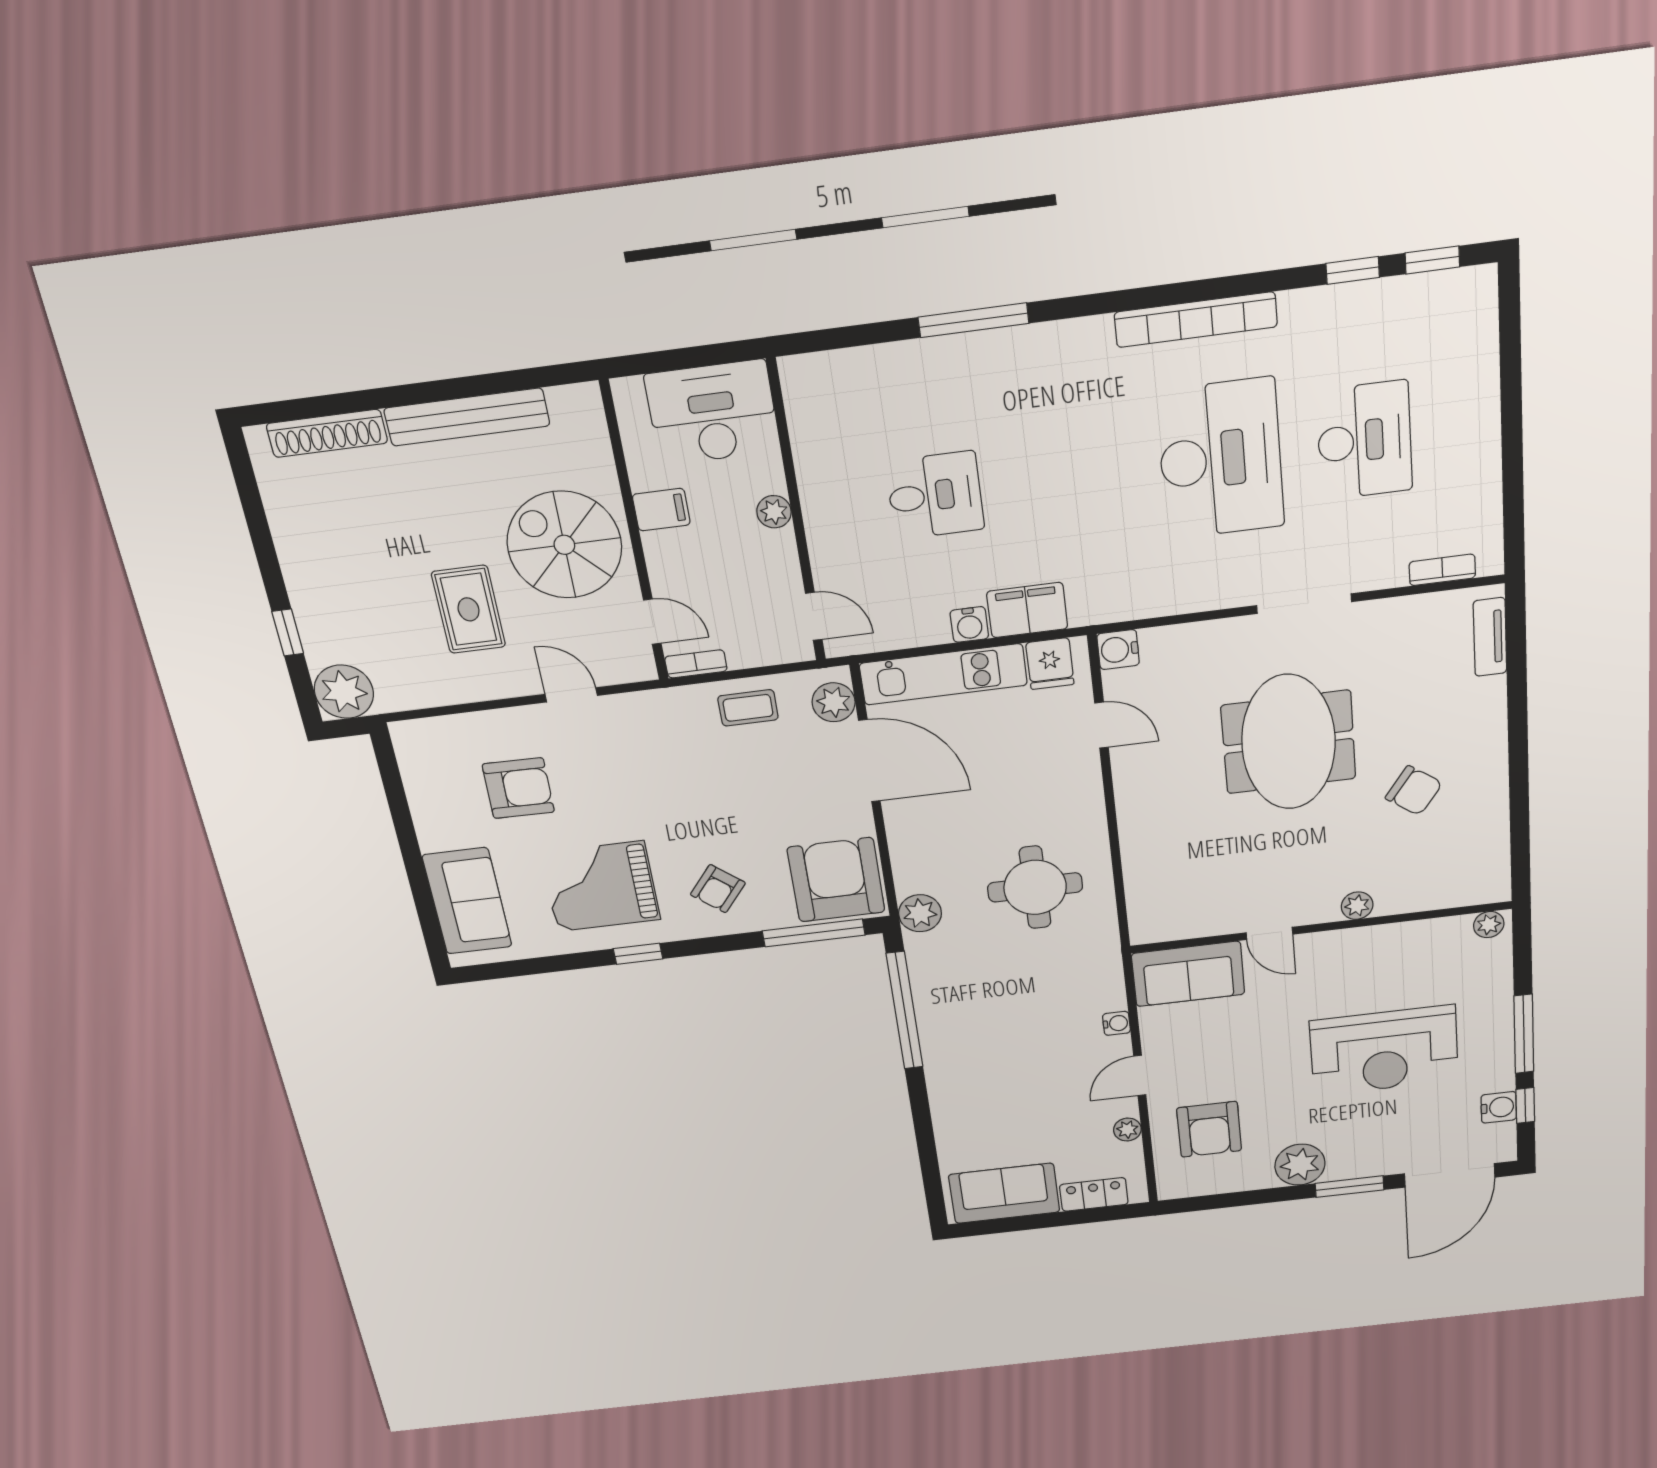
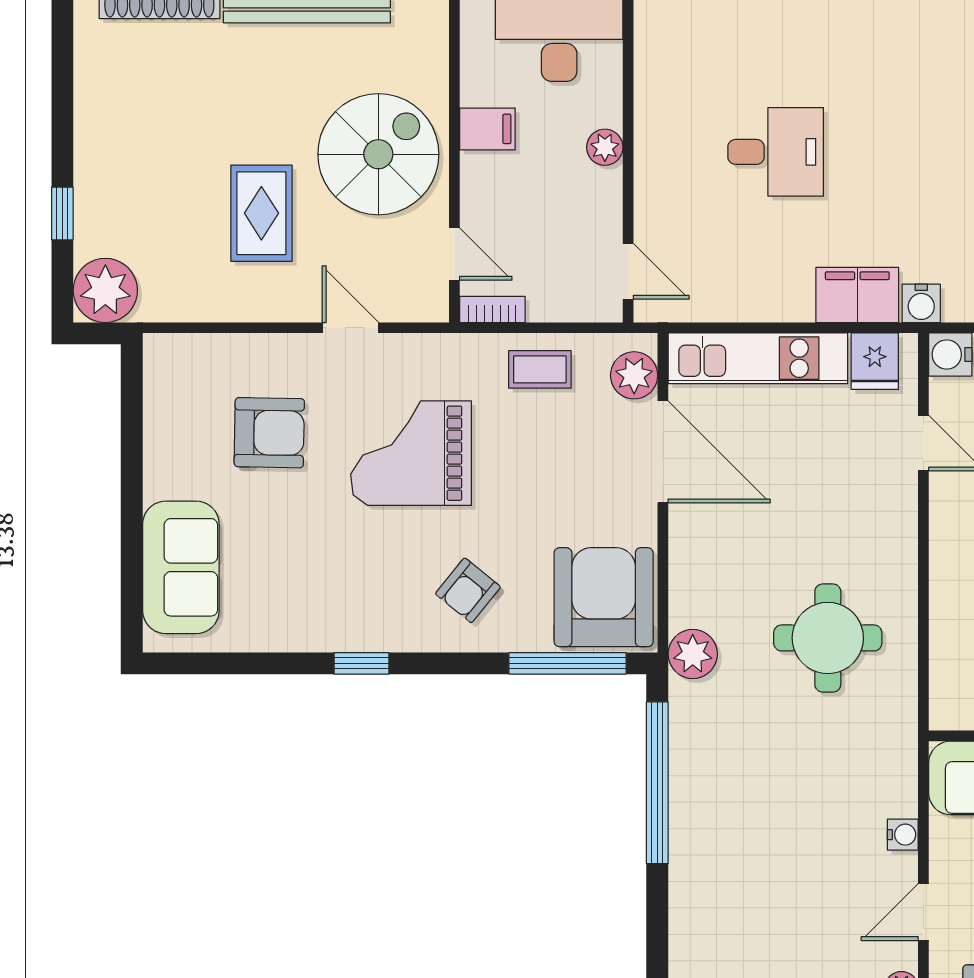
spiral stairs: (564, 545) -> (378, 154), turned 90
water cooler: (969, 625) -> (921, 303), moved
grand piano: (600, 886) -> (411, 453), moved

